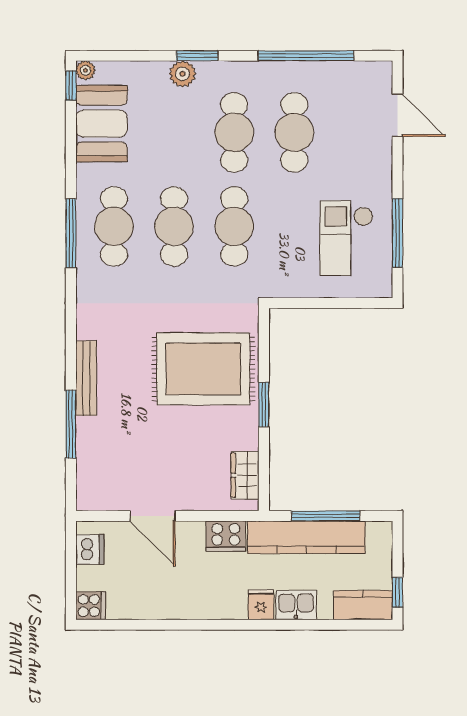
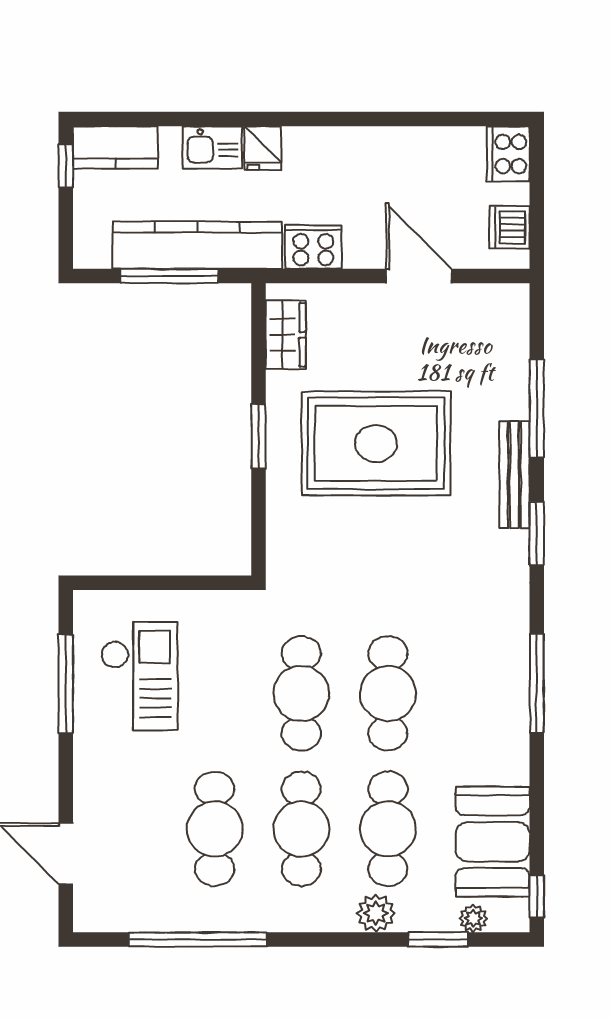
window: (197, 56) -> (438, 939), moved
plant: (85, 70) -> (473, 918), moved
cafe table: (114, 226) -> (388, 829), moved
window: (71, 337) -> (537, 534), added
rug: (203, 369) -> (376, 443), moved
cooker: (91, 606) -> (508, 154), width x1.36

